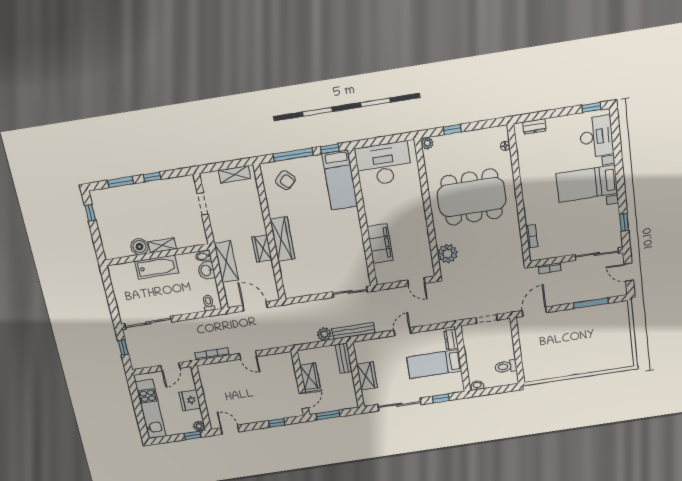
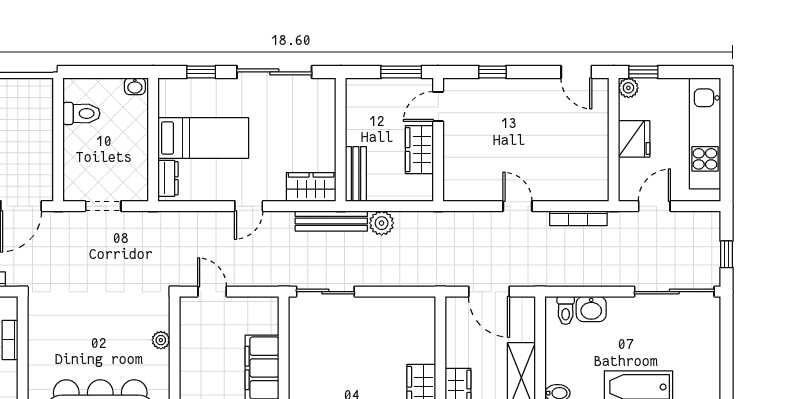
plant: (448, 254) -> (161, 340), width x0.53, depth x0.53
washbasin: (206, 271) -> (591, 309), moved, turned 90
wardrobe: (367, 376) -> (311, 187), moved, turned 90

